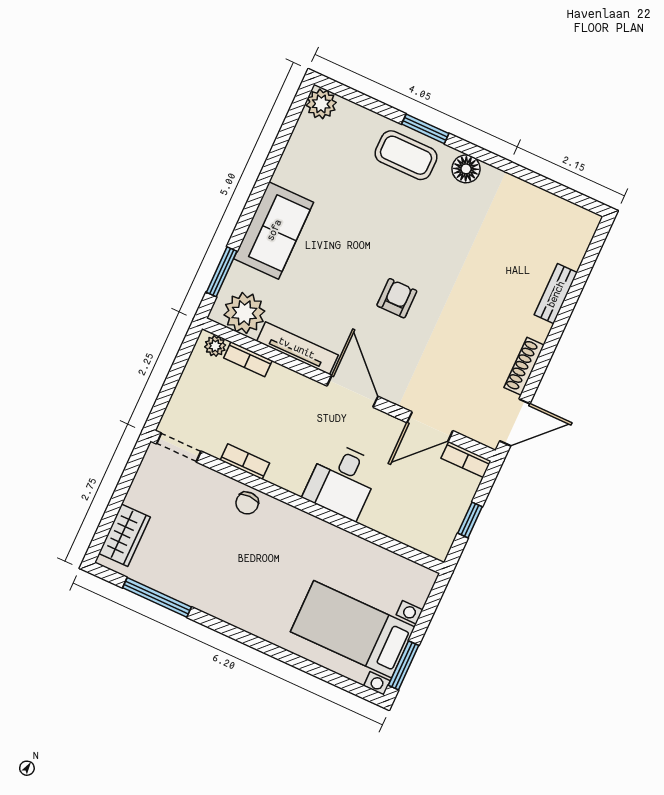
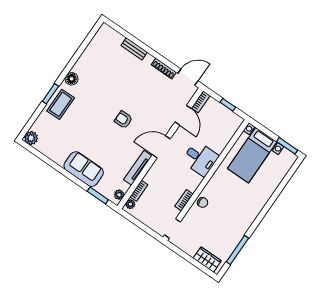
plant: (244, 313) -> (119, 195), width x0.53, depth x0.53
door: (515, 422) -> (188, 77), hinge flipped
bed with nightstands: (353, 629) -> (252, 155), moved

